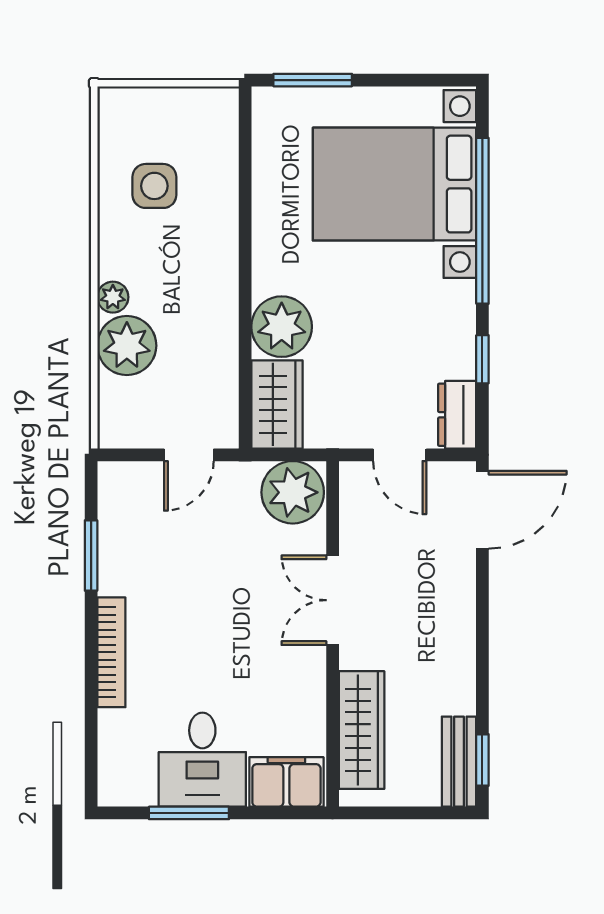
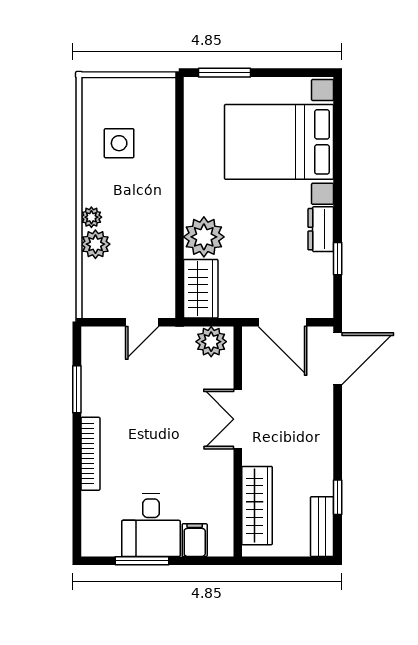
window: (482, 221) -> (338, 166), removed
plant: (127, 346) -> (95, 244), width x0.73, depth x0.73
dresser: (457, 415) -> (321, 229), moved
door: (400, 455) -> (282, 322), width x1.38
plant: (293, 492) -> (211, 342), width x0.73, depth x0.73
window: (482, 760) -> (338, 497), moved
filing cabinet: (286, 782) -> (195, 540), width x0.50

